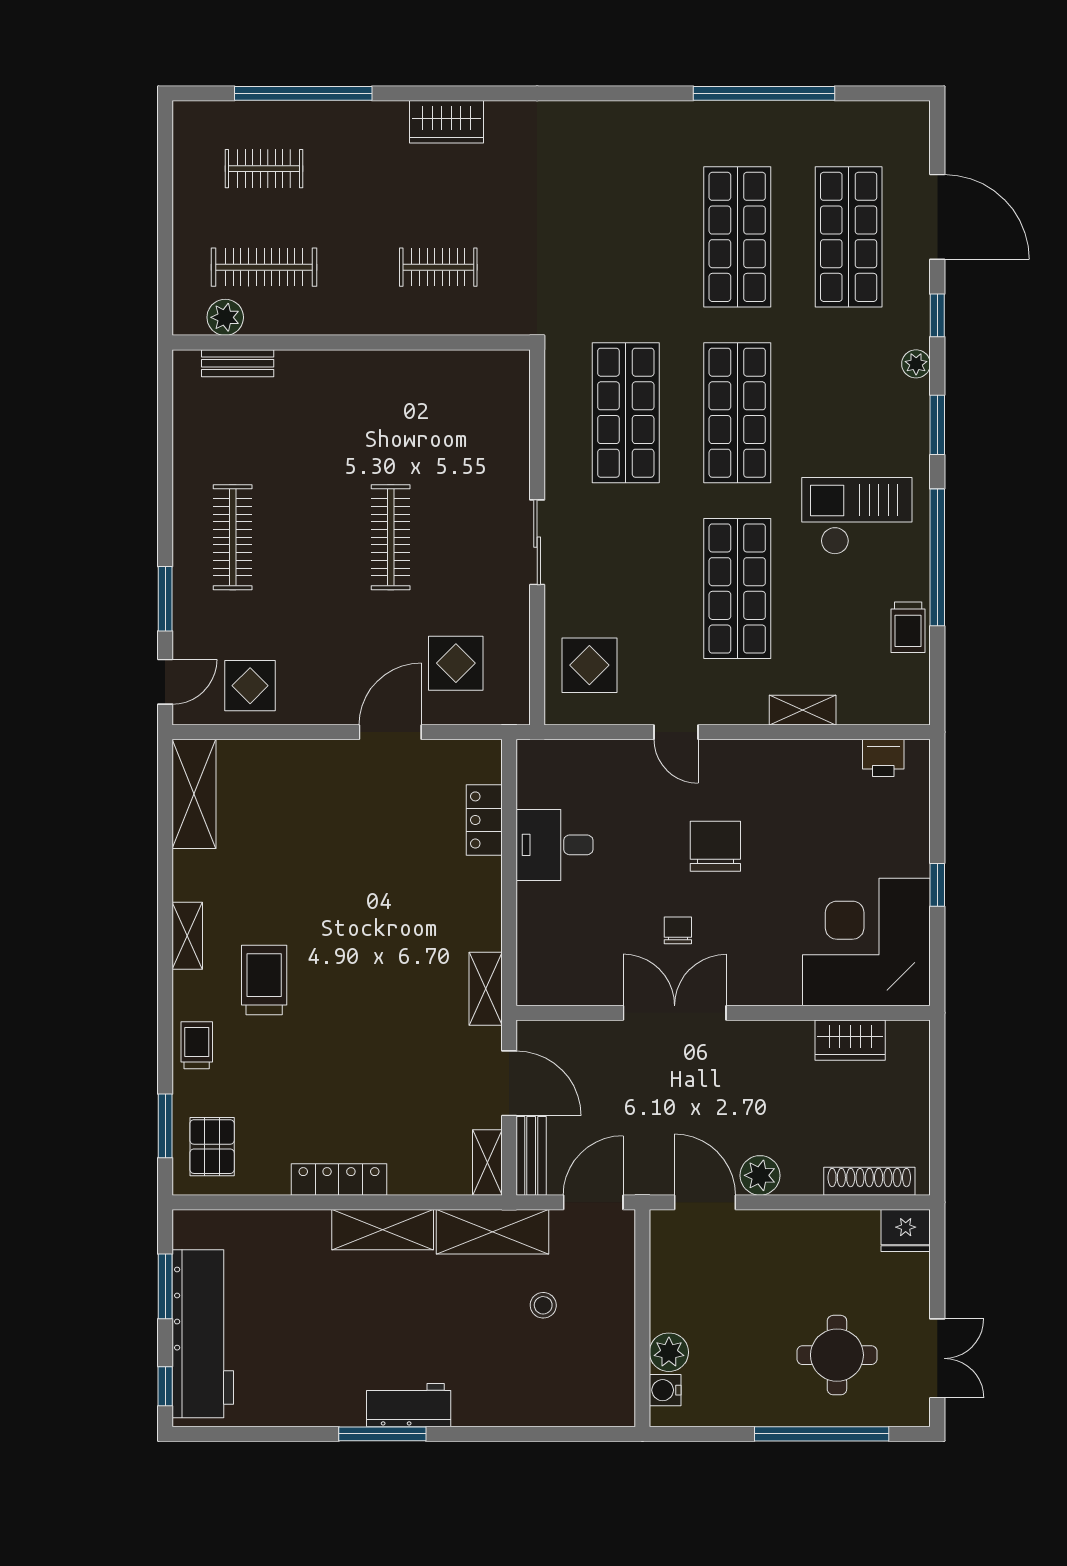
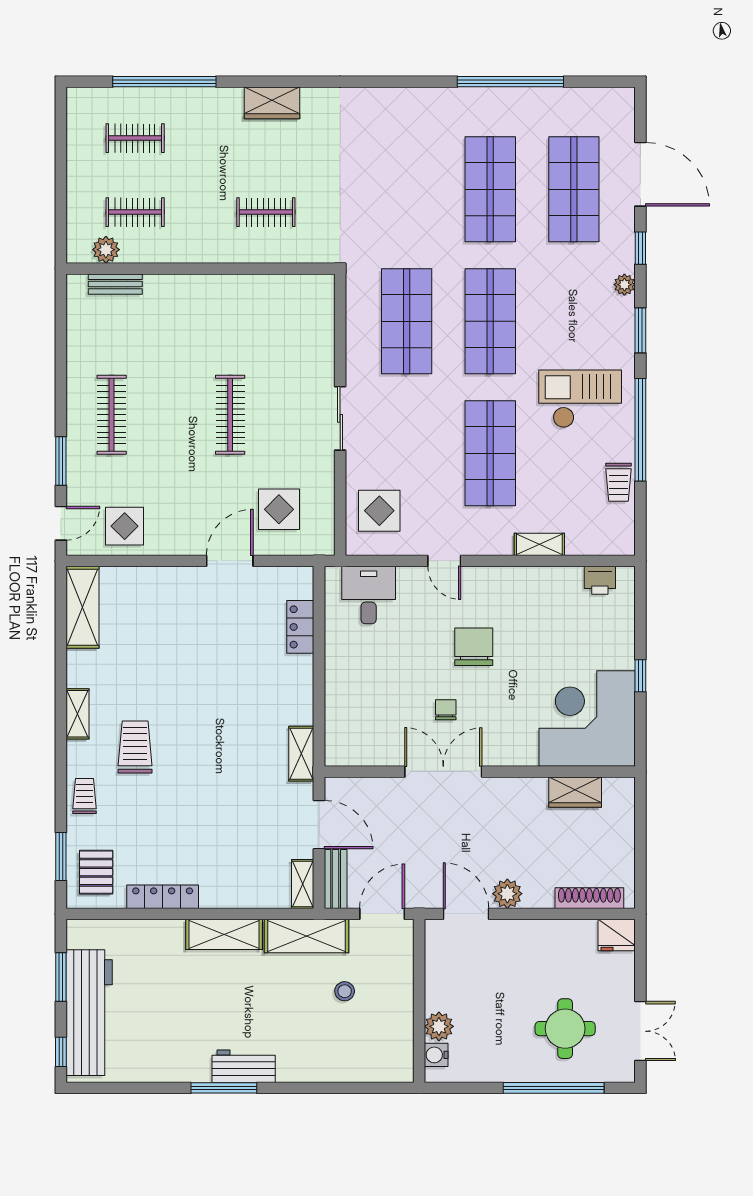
clothes rail: (264, 267) -> (135, 212), width x0.73
desk: (555, 845) -> (369, 595), moved, turned 90
locker: (339, 1179) -> (163, 897), moved

